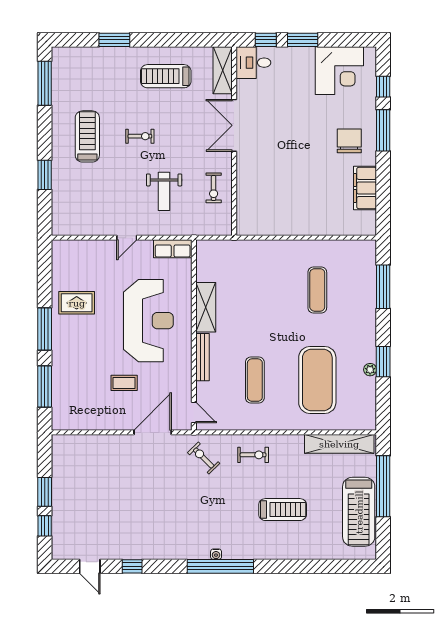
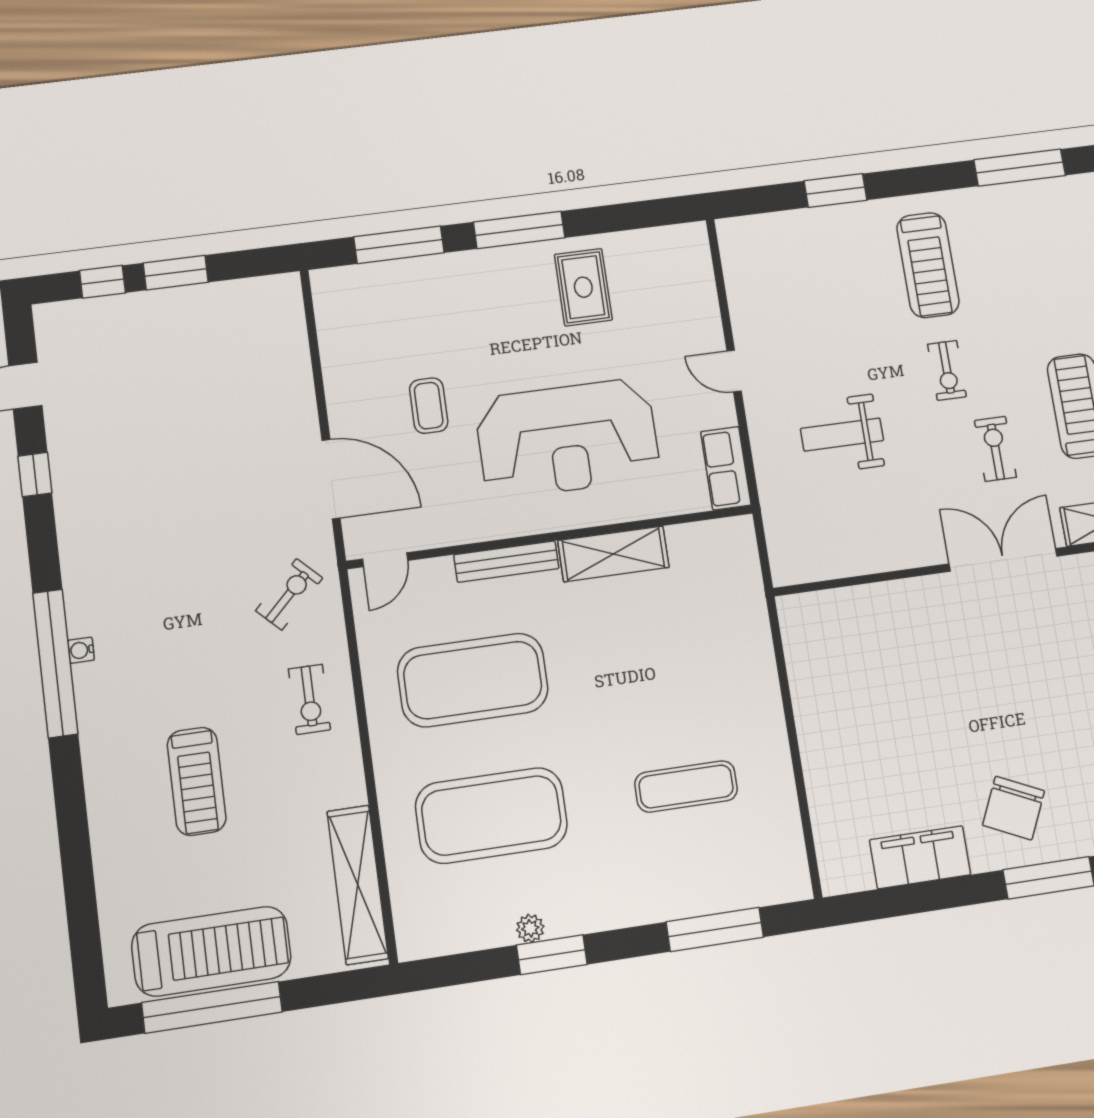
treadmill: (87, 136) -> (928, 265), turned 90
chair: (349, 141) -> (1014, 808), turned 115
exercise bike: (214, 188) -> (995, 449), moved, turned 90
exercise mat: (255, 380) -> (473, 680), width x2.00, depth x1.45
window: (383, 486) -> (212, 1007), moved
treadmill: (359, 512) -> (211, 951), turned 180

